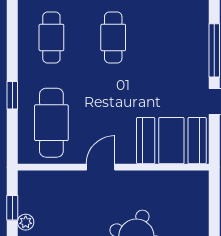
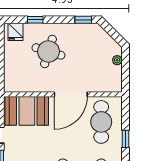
door: (101, 167) -> (71, 94), width x1.88
window: (12, 208) -> (125, 69), removed

